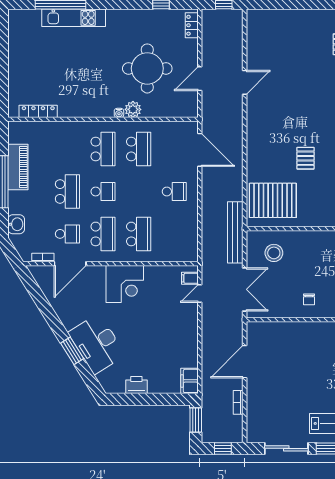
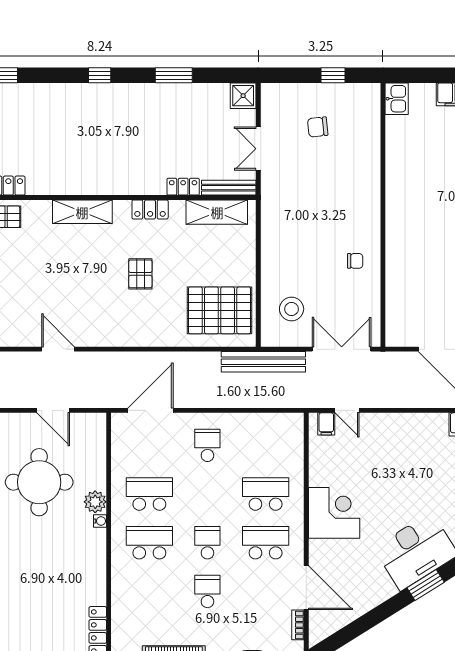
pallet: (305, 158) -> (140, 274), moved, turned 90
school desk: (67, 191) -> (207, 591), width x0.54
pallet: (273, 200) -> (220, 310), turned 90
school desk: (67, 234) -> (266, 591), removed

